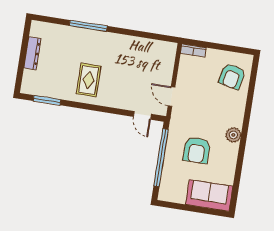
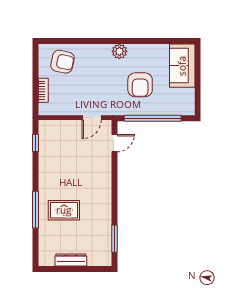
window: (155, 36) -> (36, 143), added
bookcase: (193, 50) -> (43, 90), moved
rug: (89, 80) -> (64, 210), moved
armchair: (197, 150) -> (140, 85), turned 90

